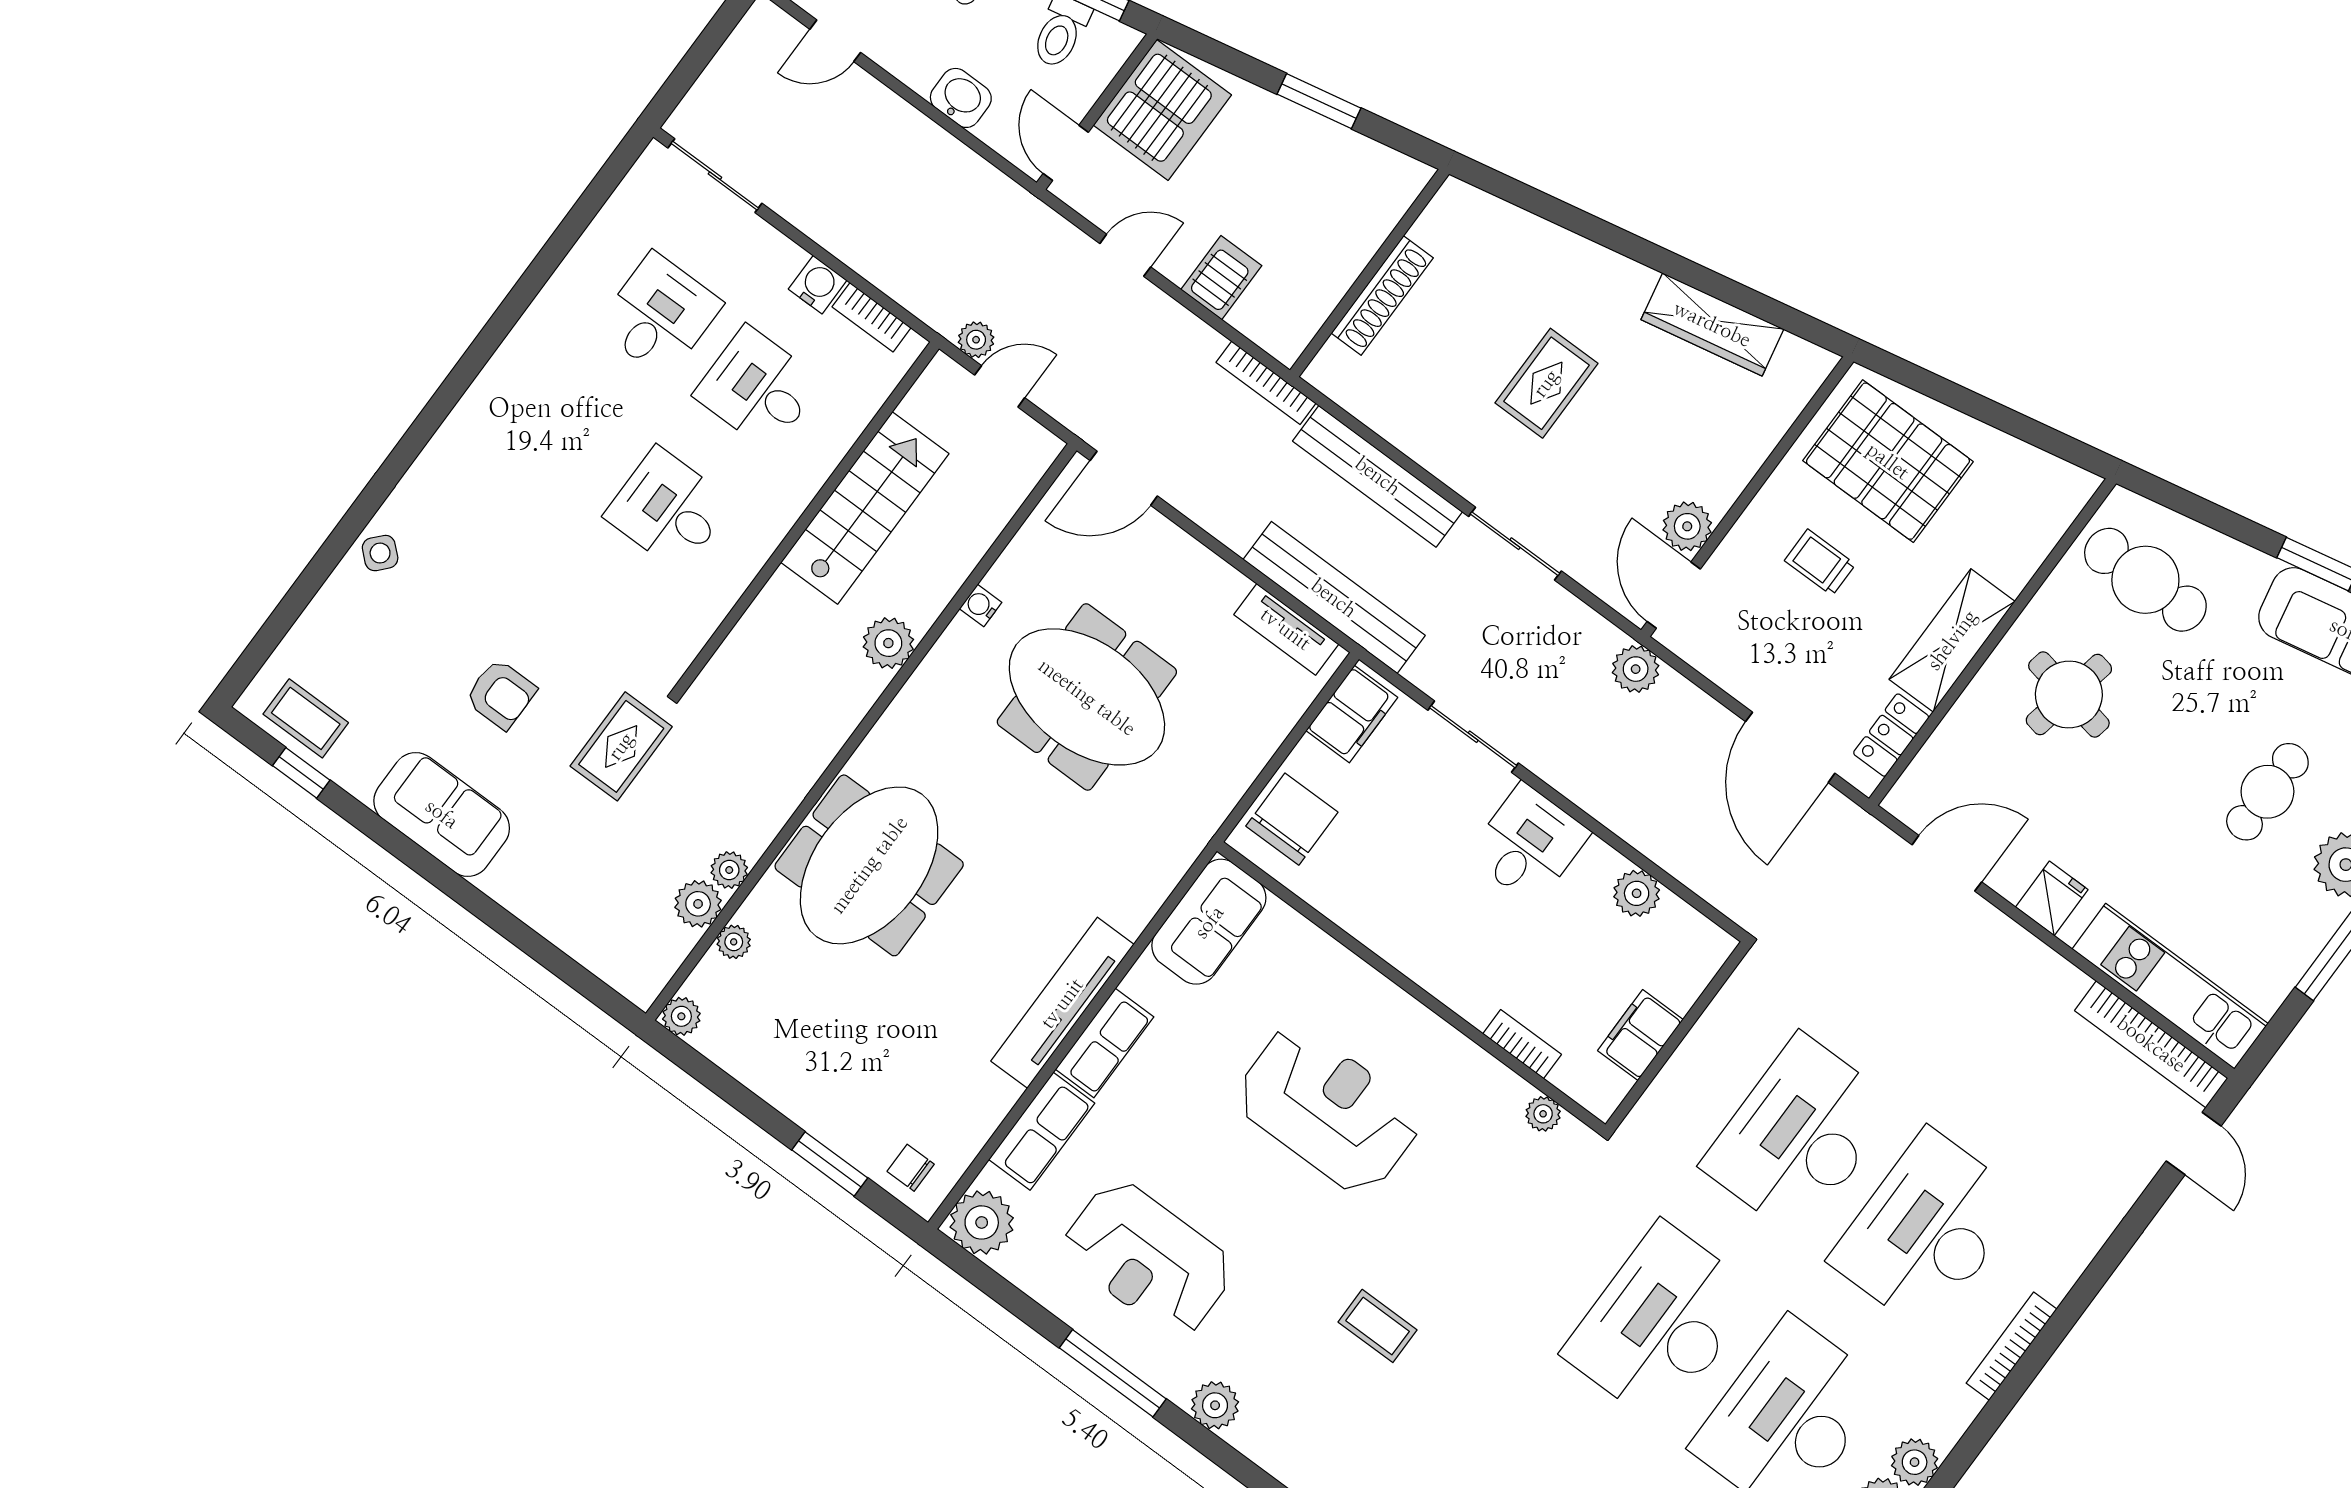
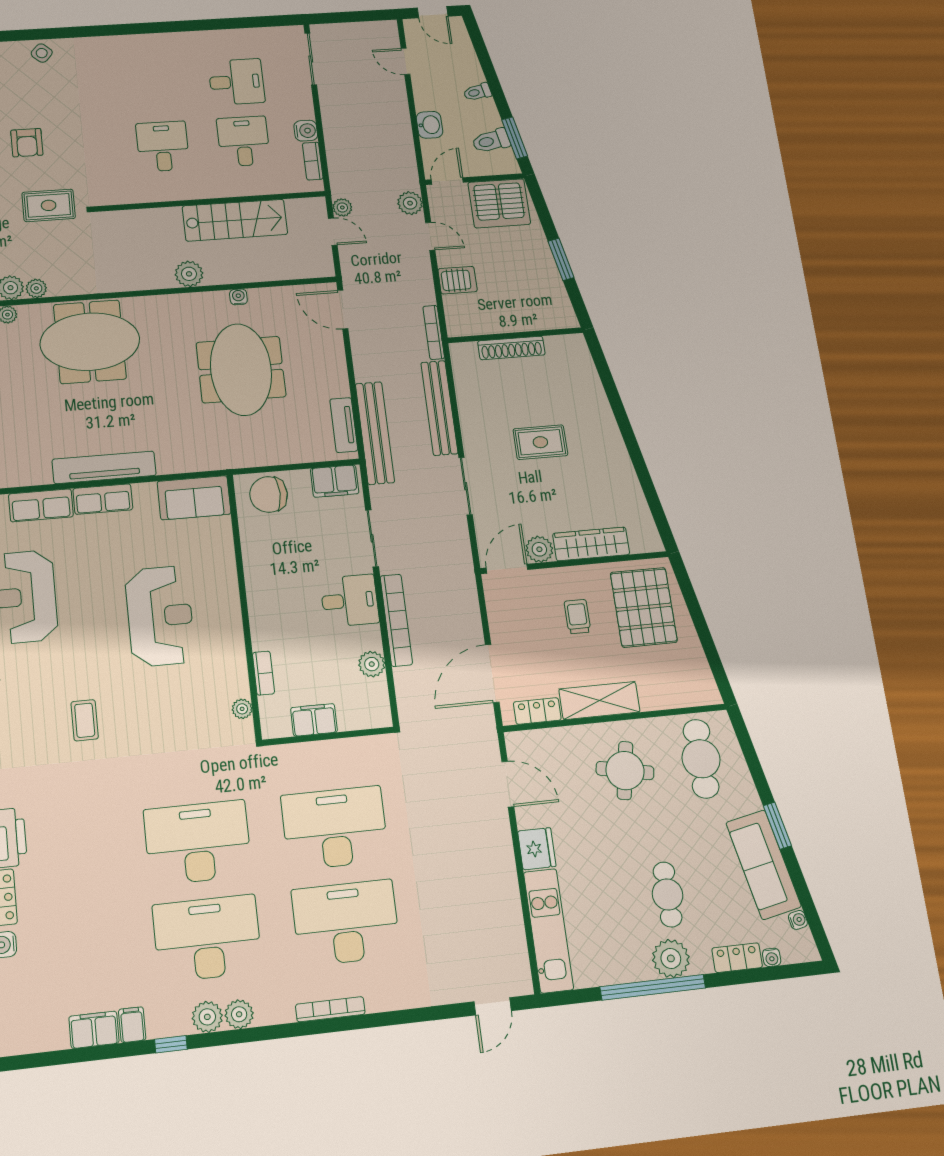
wardrobe: (1712, 324) -> (591, 544), moved, turned 102
plant: (1636, 669) -> (410, 203), moved
cafe table: (2267, 792) -> (668, 894), turned 90
chair: (1292, 819) -> (269, 494), turned 180
fridge: (2052, 898) -> (537, 849), width x1.38
bookcase: (2151, 1044) -> (396, 620), moved, turned 180

